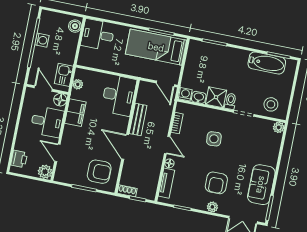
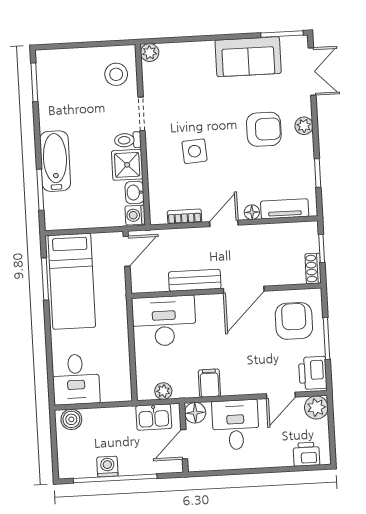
bathtub: (267, 63) -> (55, 161), moved
filing cabinet: (75, 113) -> (209, 383), width x0.50
printer: (66, 175) -> (313, 373), added

